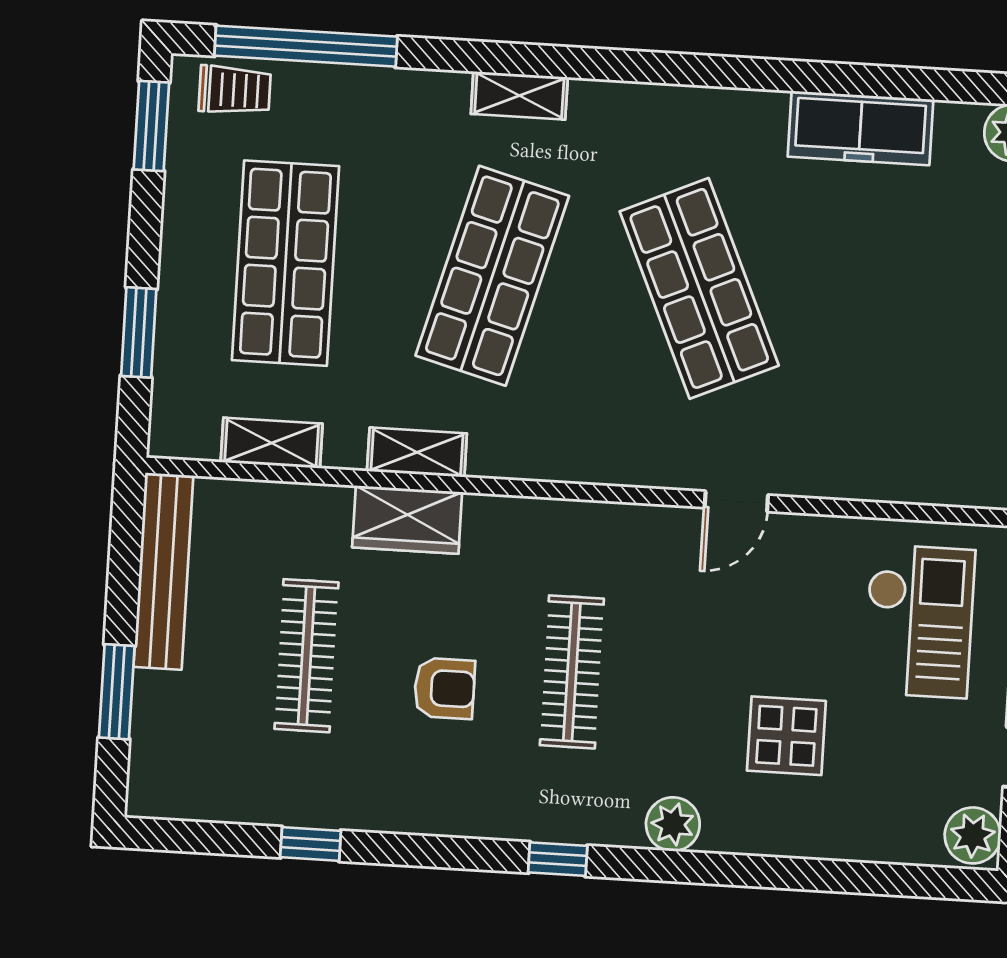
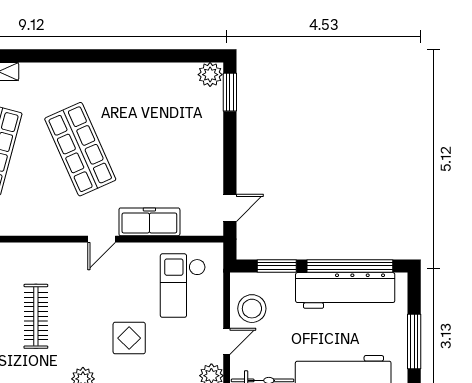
freezer: (861, 128) -> (149, 222), moved, turned 180
checkout: (919, 621) -> (183, 286), turned 180

